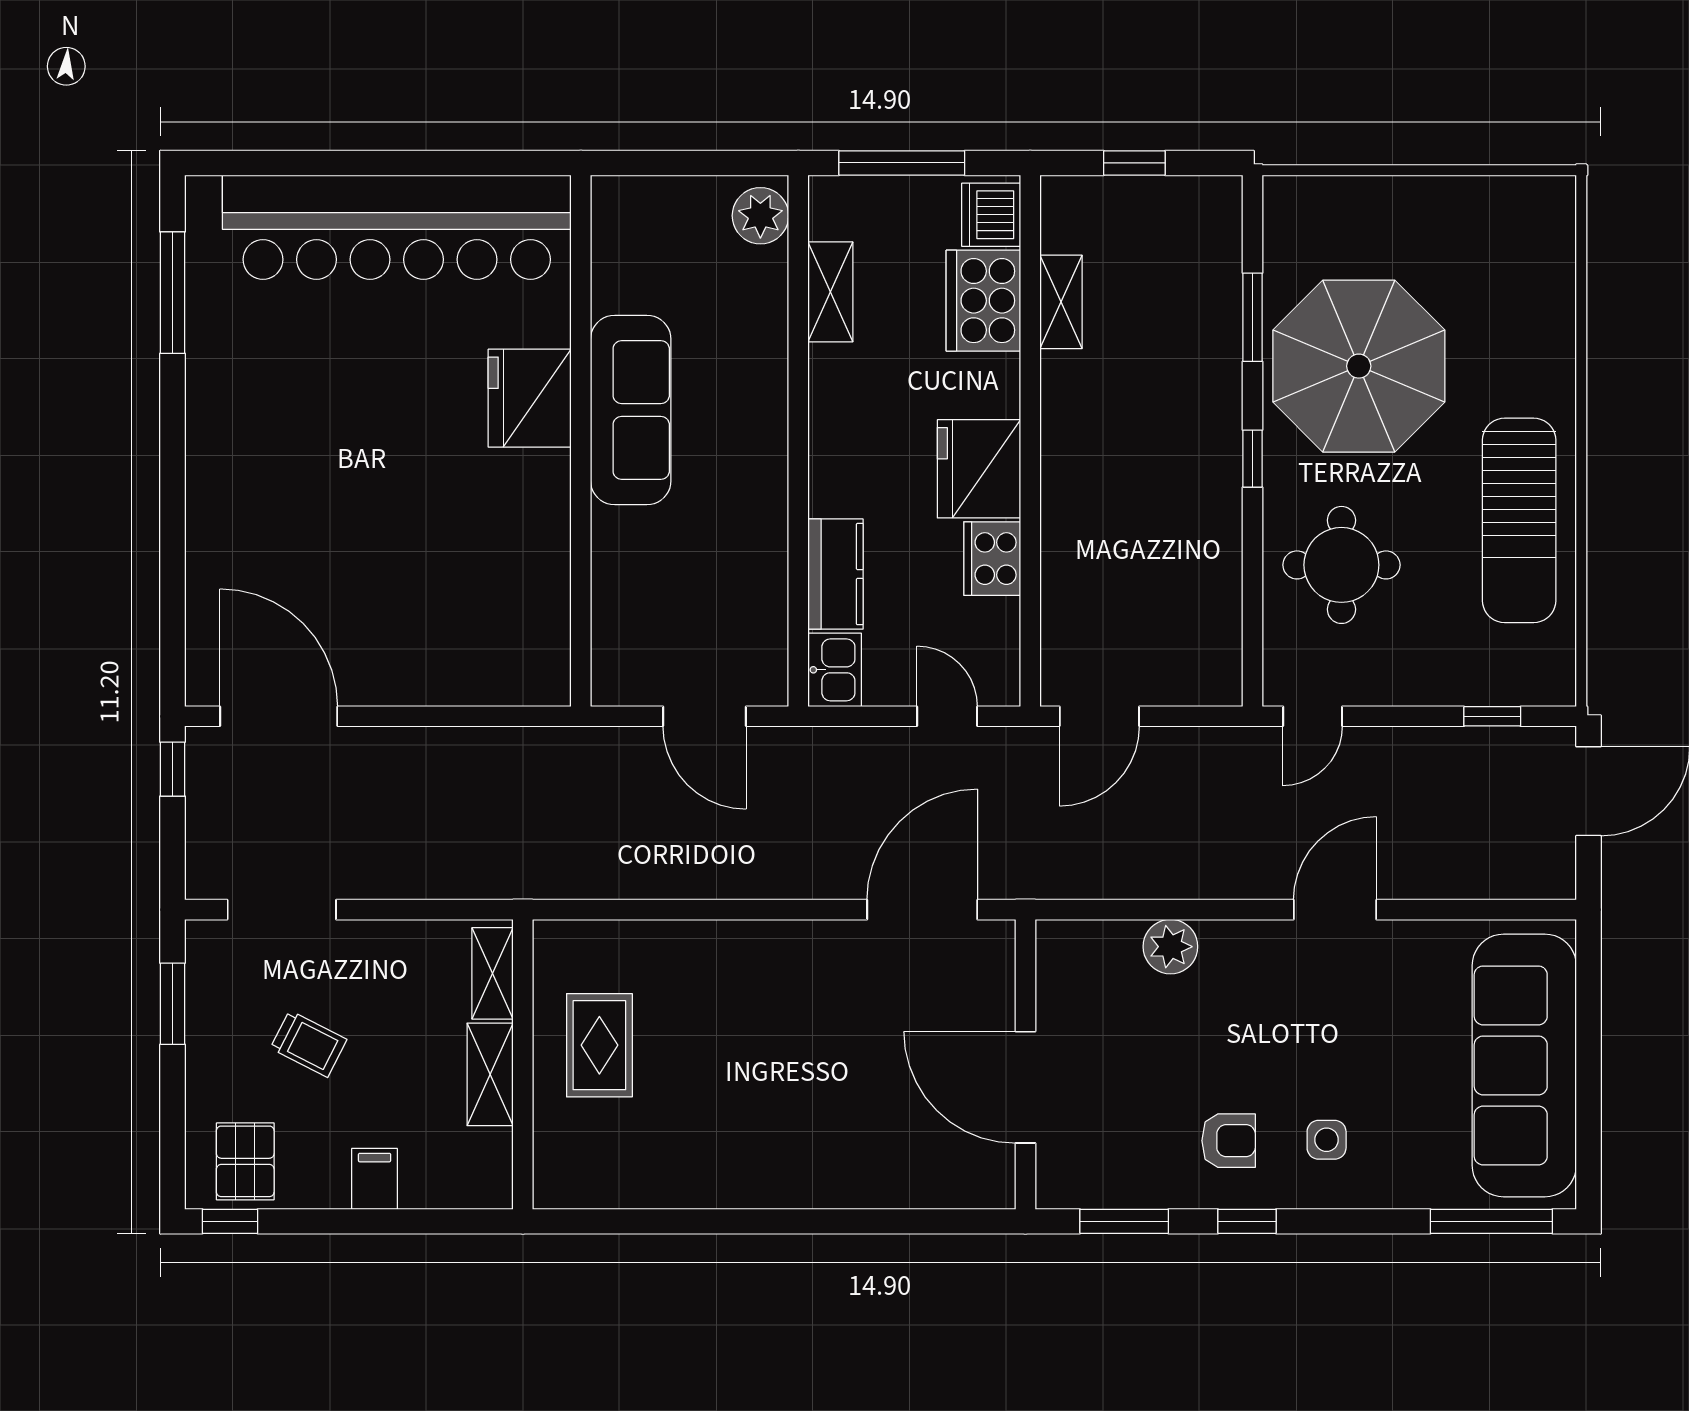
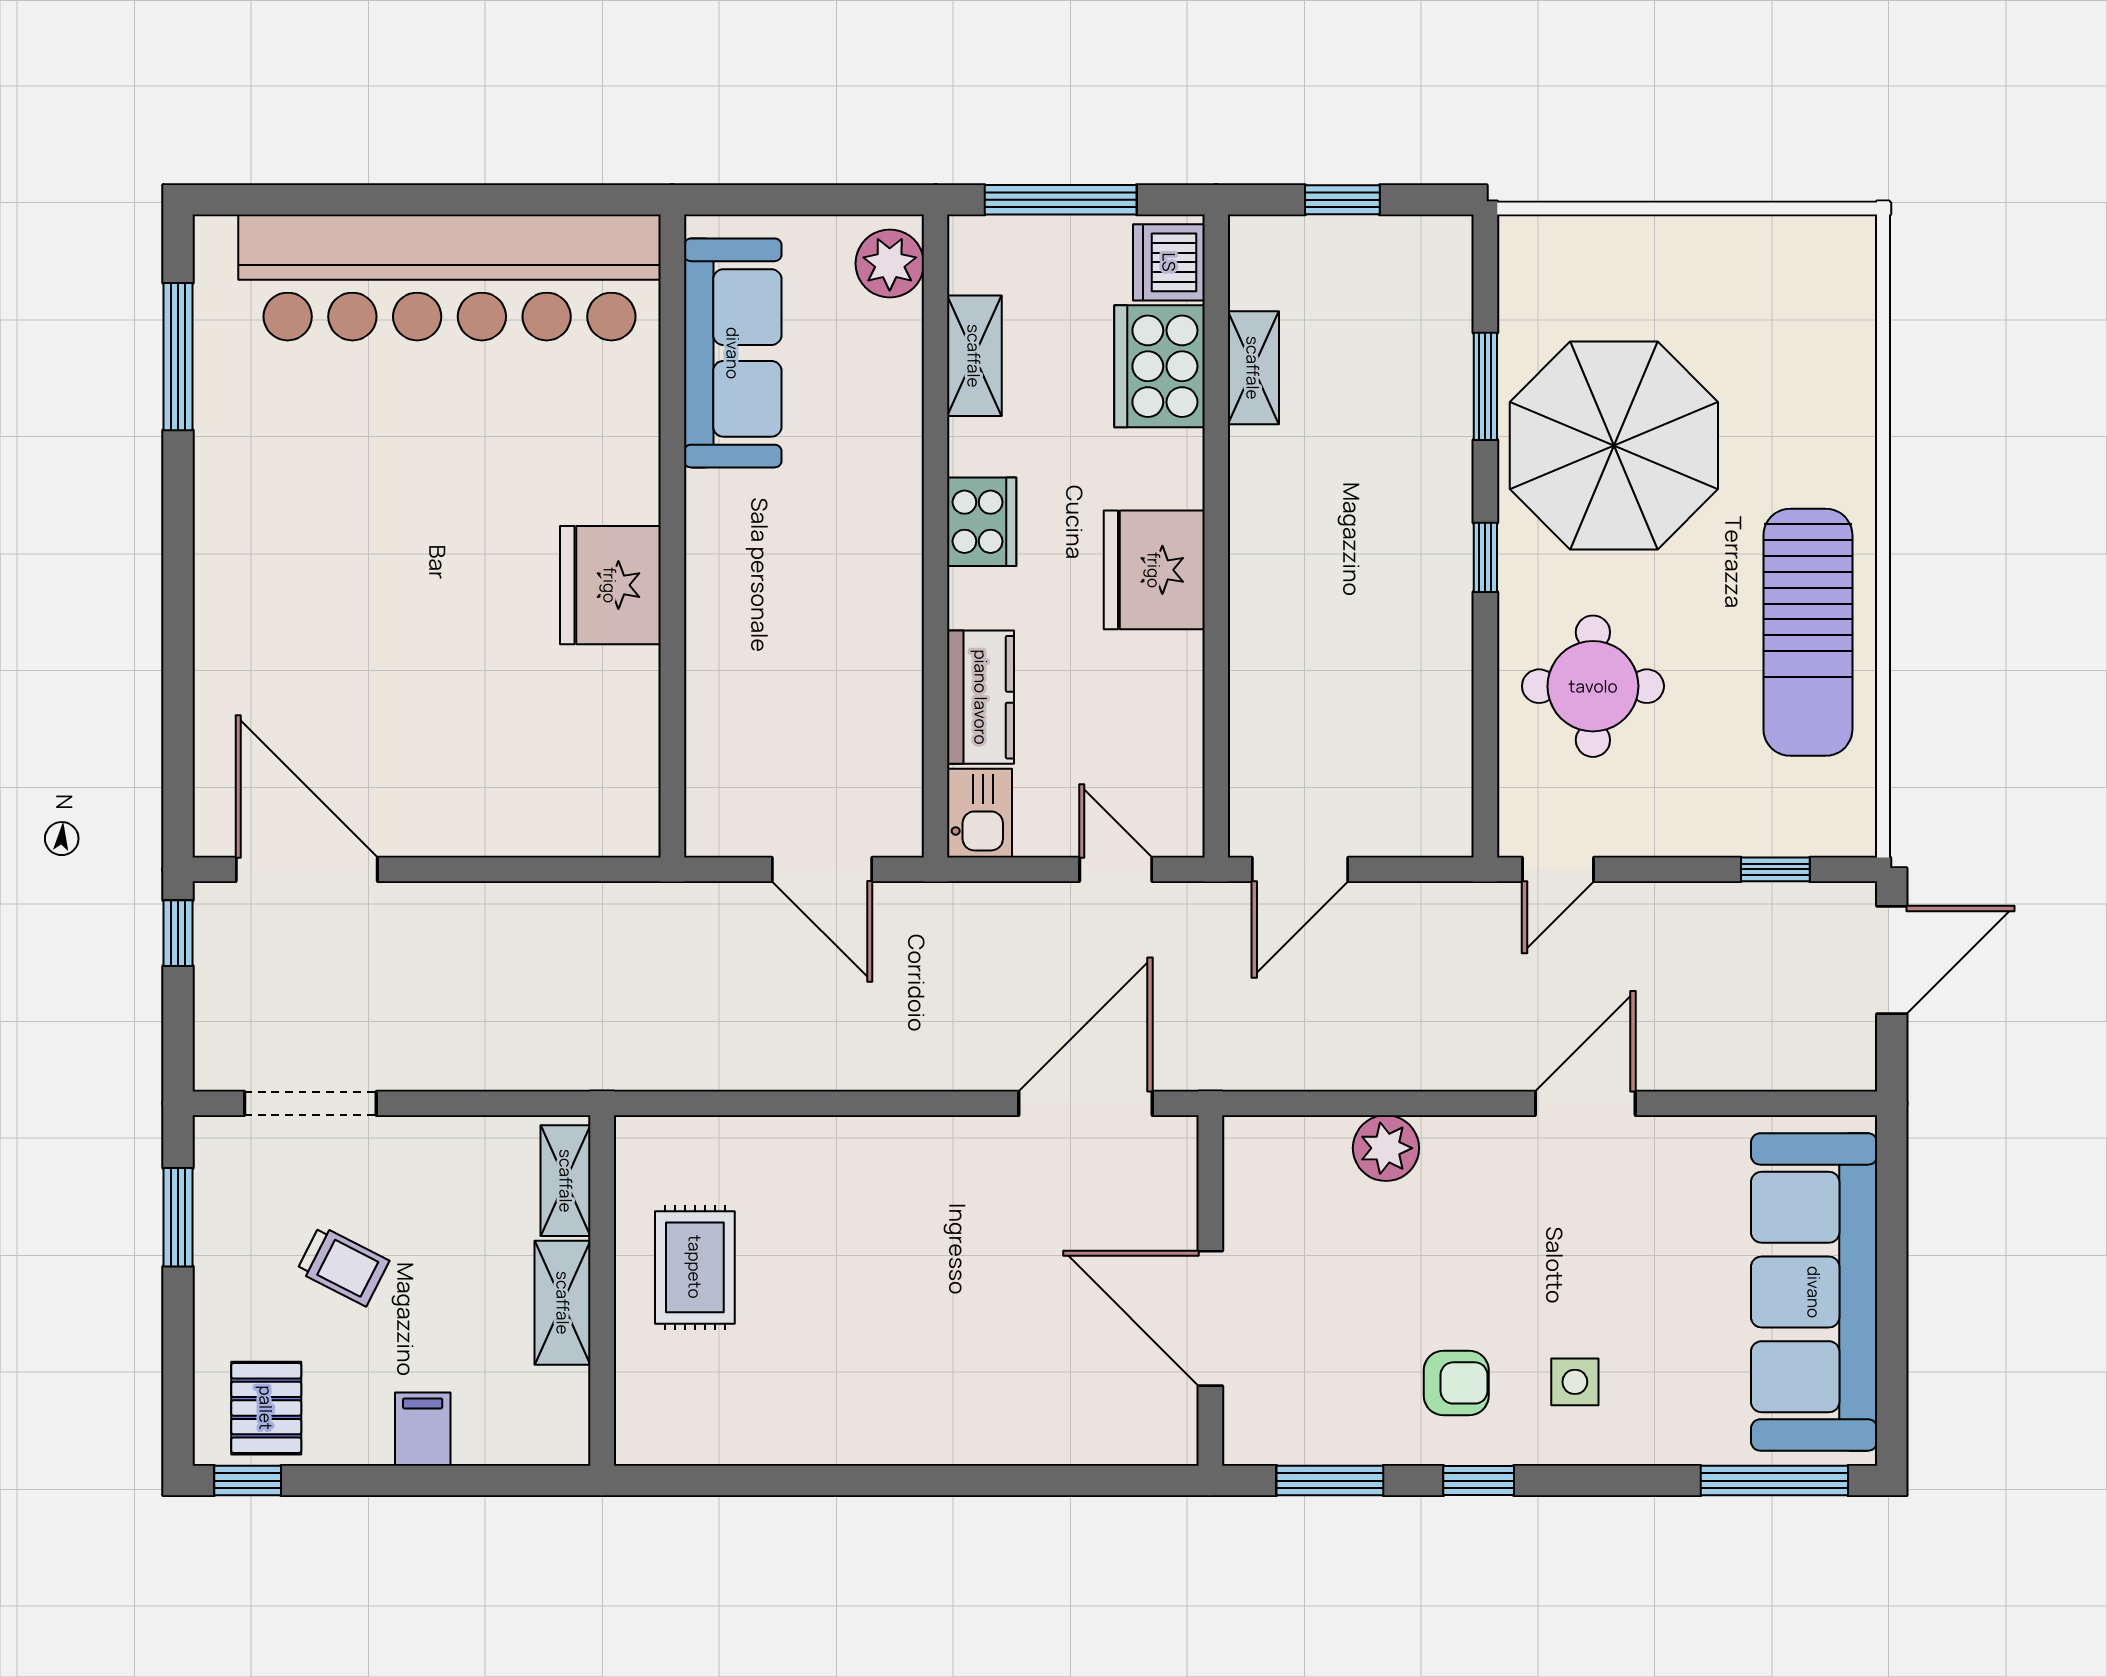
fridge: (530, 398) -> (610, 585), moved
sofa: (631, 410) -> (733, 353), moved
cooker: (992, 559) -> (982, 522), moved, turned 180

